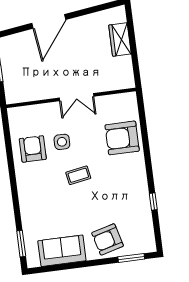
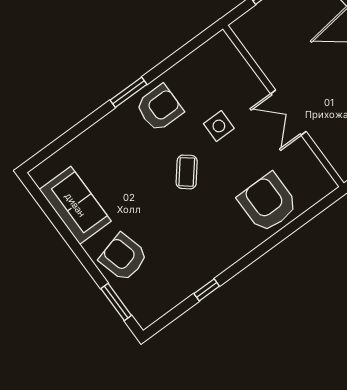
armchair: (33, 149) -> (159, 108), moved
coffee table: (78, 175) -> (187, 172), turned 49
window: (21, 244) -> (128, 92), moved

